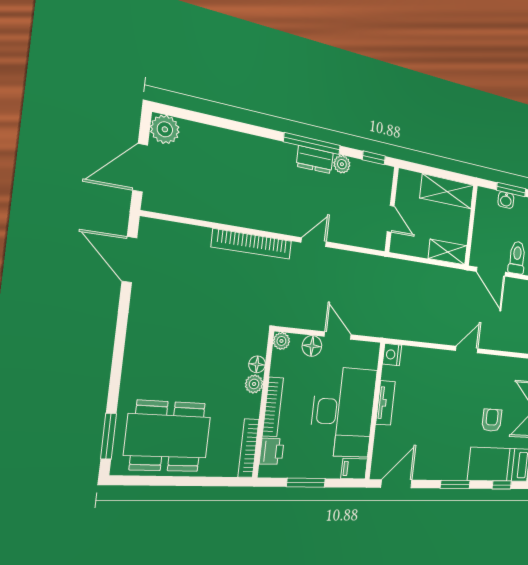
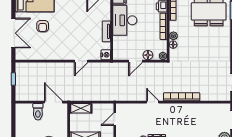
door: (391, 219) -> (115, 119), hinge flipped
door: (314, 242) -> (153, 102), swing flipped
door: (338, 336) -> (136, 61), hinge flipped
door: (467, 350) -> (81, 61), moved
desk: (343, 412) -> (125, 20), width x0.73, depth x0.77

